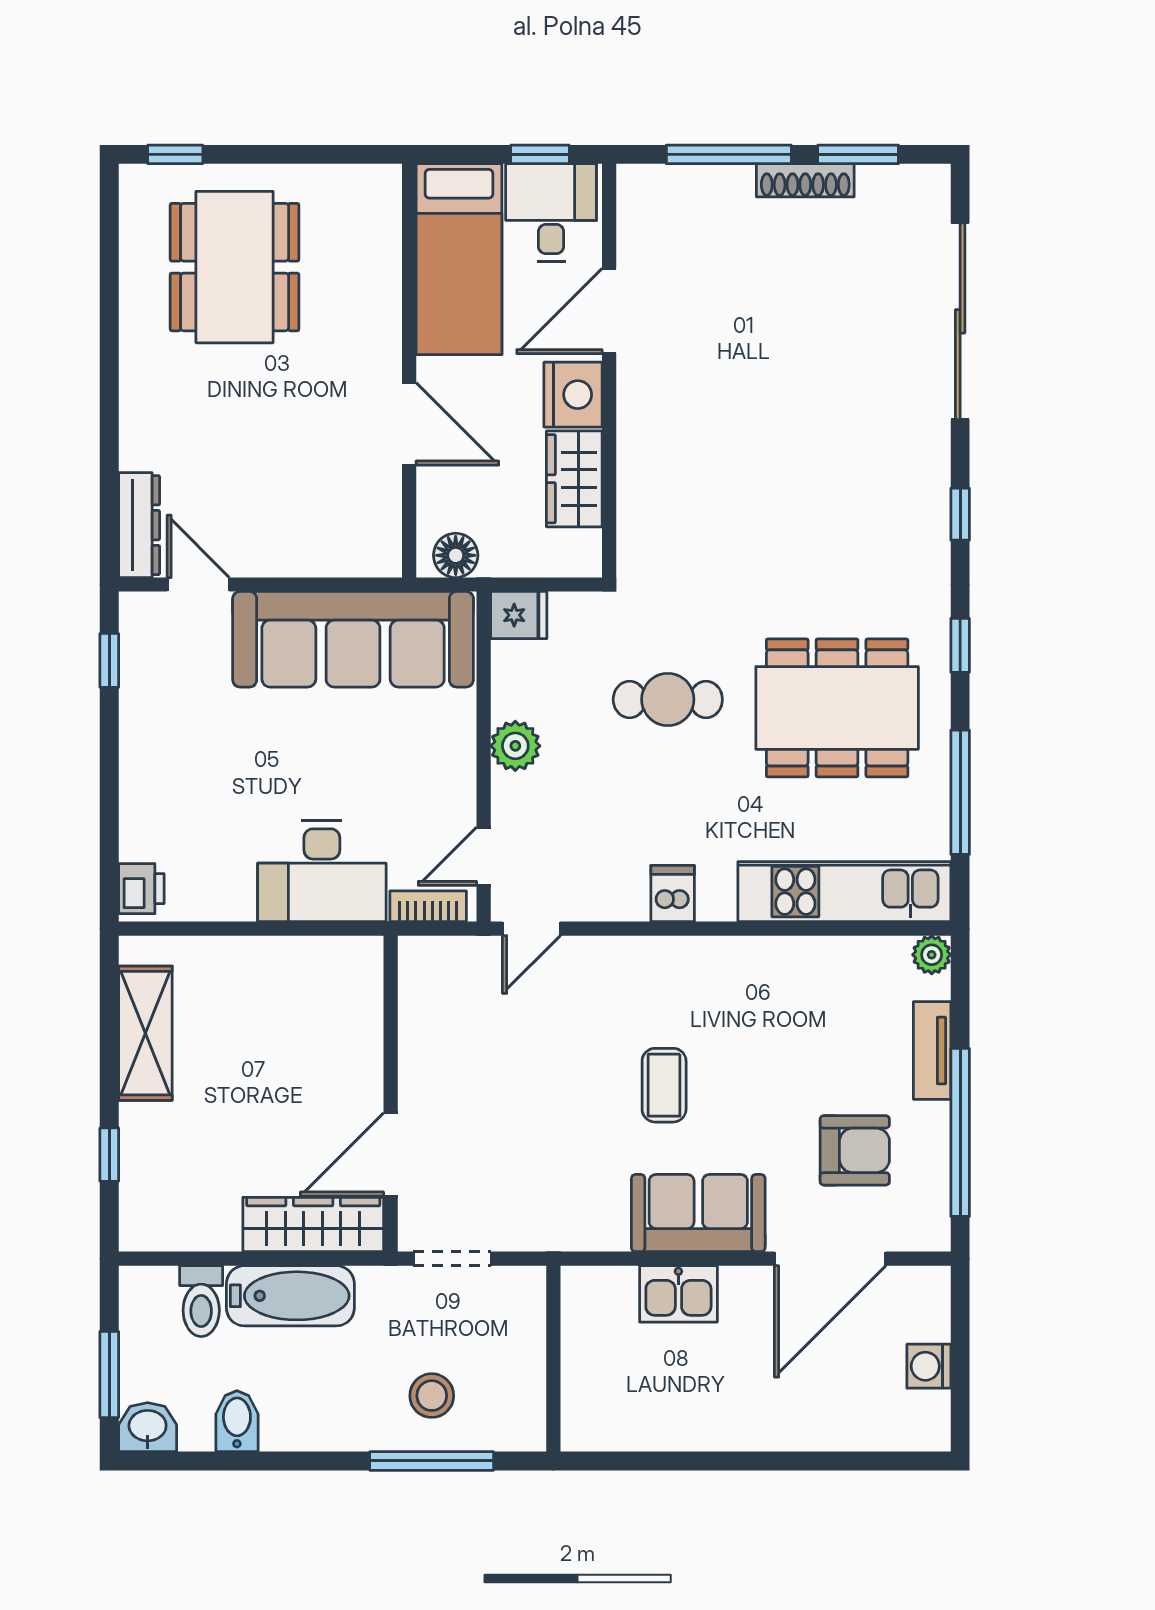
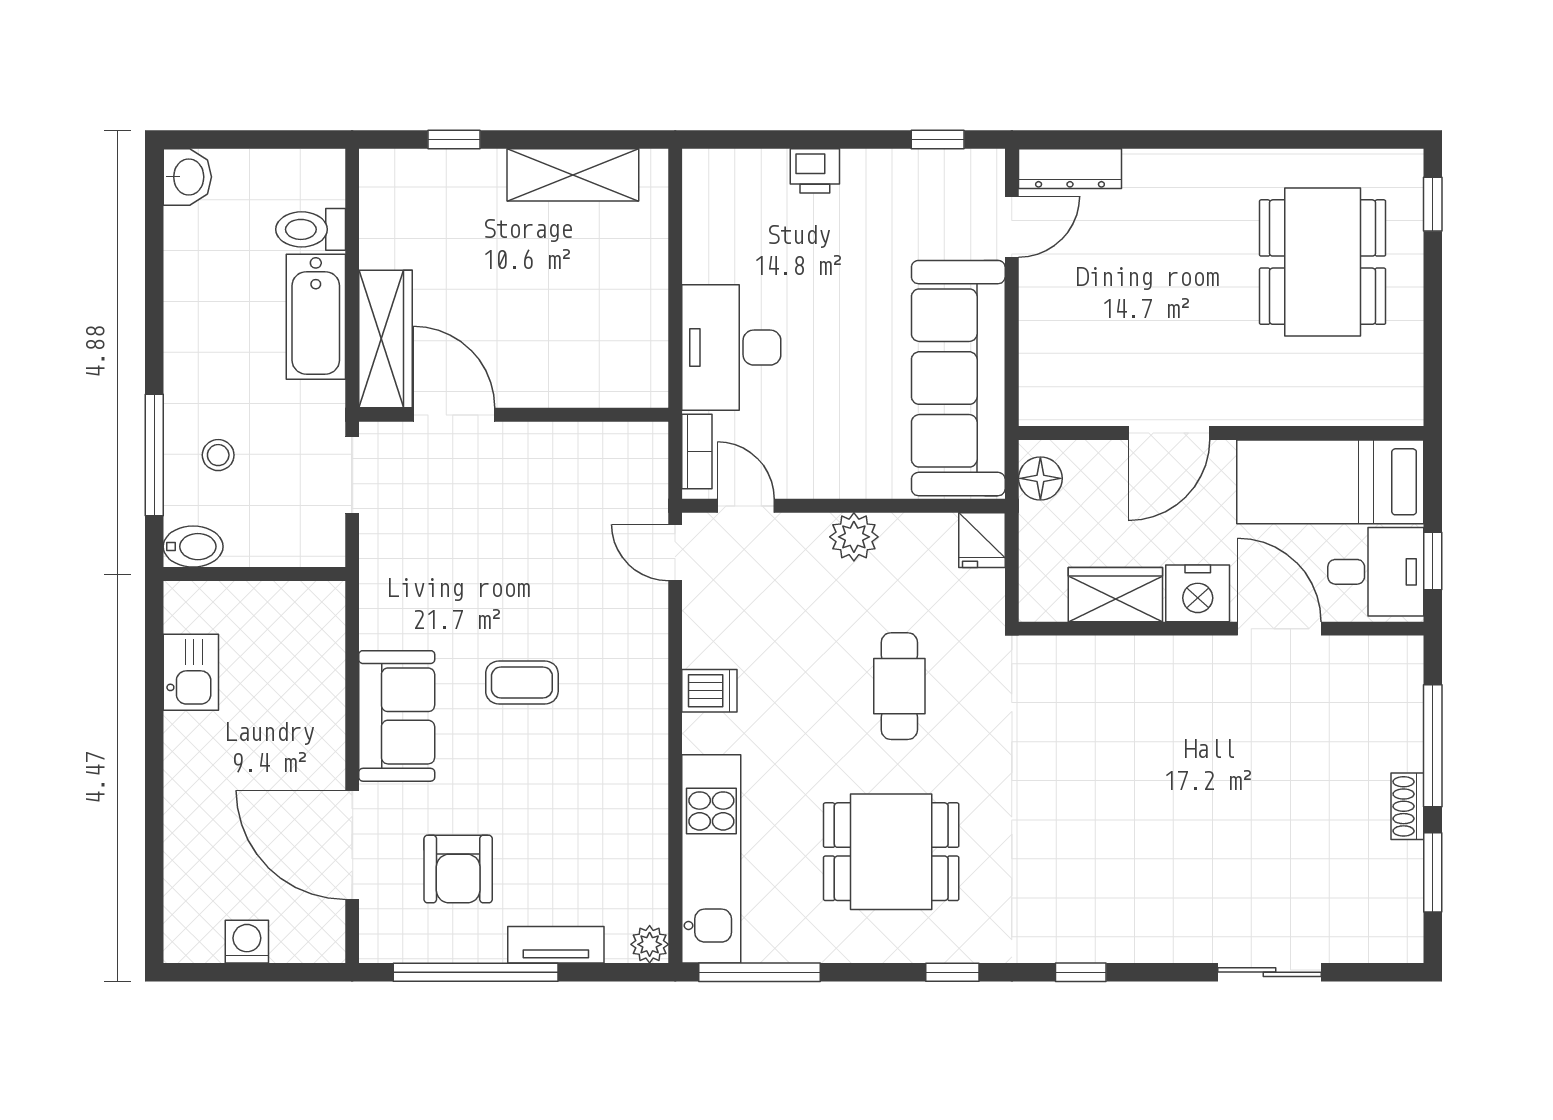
shoe rack: (805, 180) -> (1407, 806), width x0.70
dining table: (235, 267) -> (1323, 262), turned 90
sliding door: (960, 321) -> (1269, 972), width x0.54
dining table: (837, 708) -> (891, 852), width x0.73
window: (960, 792) -> (759, 972), moved
printer: (141, 889) -> (815, 171), moved
kitchen sink: (678, 1294) -> (191, 672), moved, turned 180
window: (109, 1374) -> (239, 139), removed
stool: (432, 1396) -> (218, 455), width x0.73, depth x0.73
bidet: (237, 1421) -> (193, 547), moved

